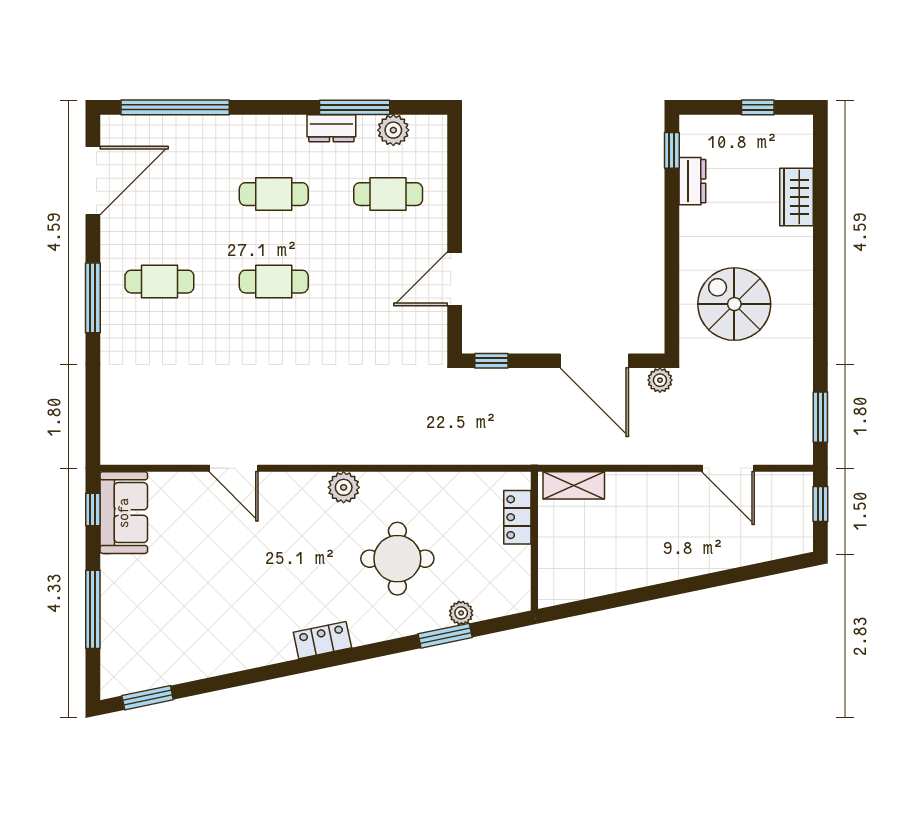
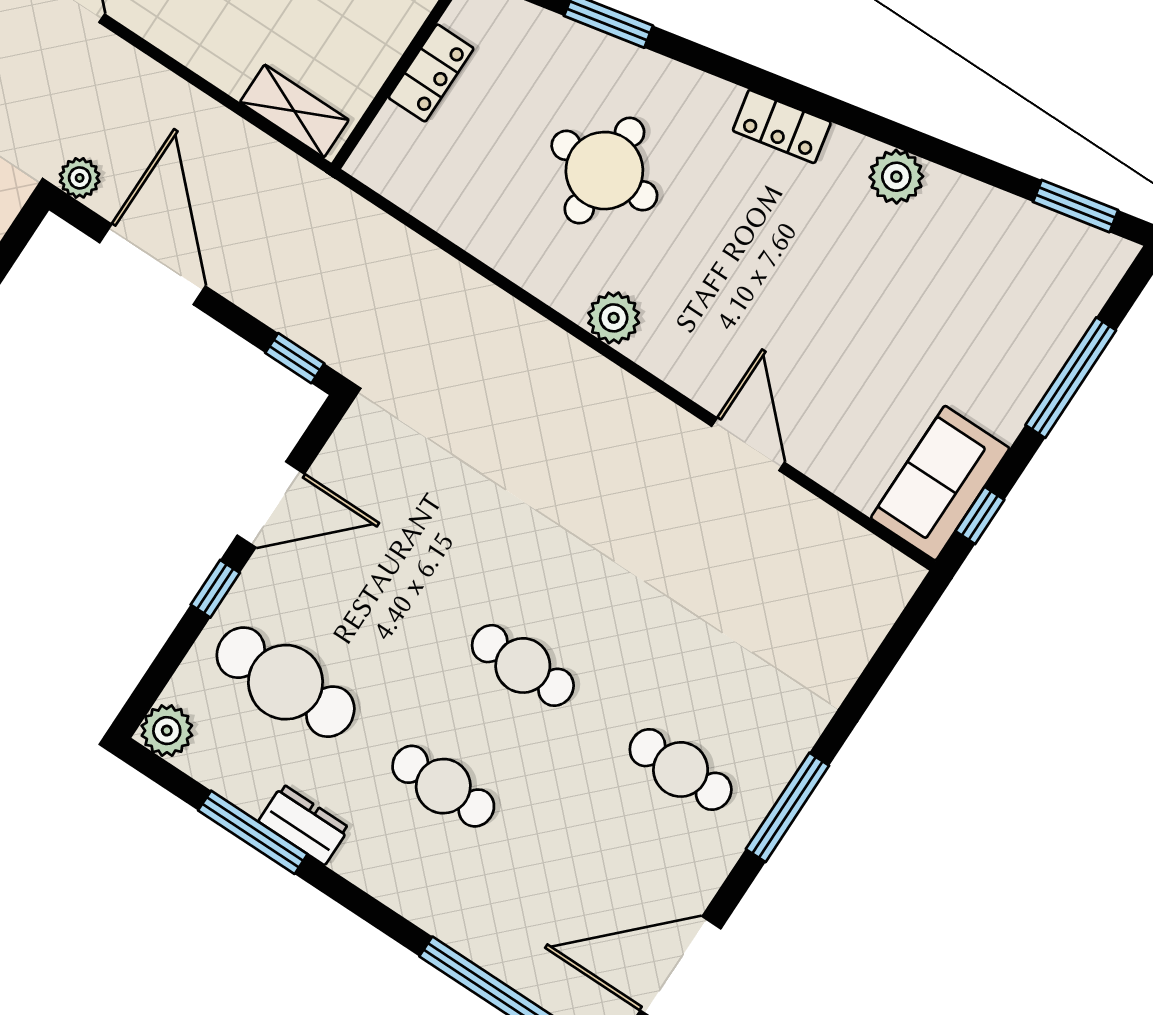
plant: (393, 130) -> (167, 731), moved
cafe table: (388, 194) -> (286, 682), width x1.37, depth x1.35
window: (455, 218) -> (215, 589), added
locker: (517, 517) -> (431, 73), moved
plant: (461, 613) -> (896, 177), moved, width x1.38, depth x1.38

